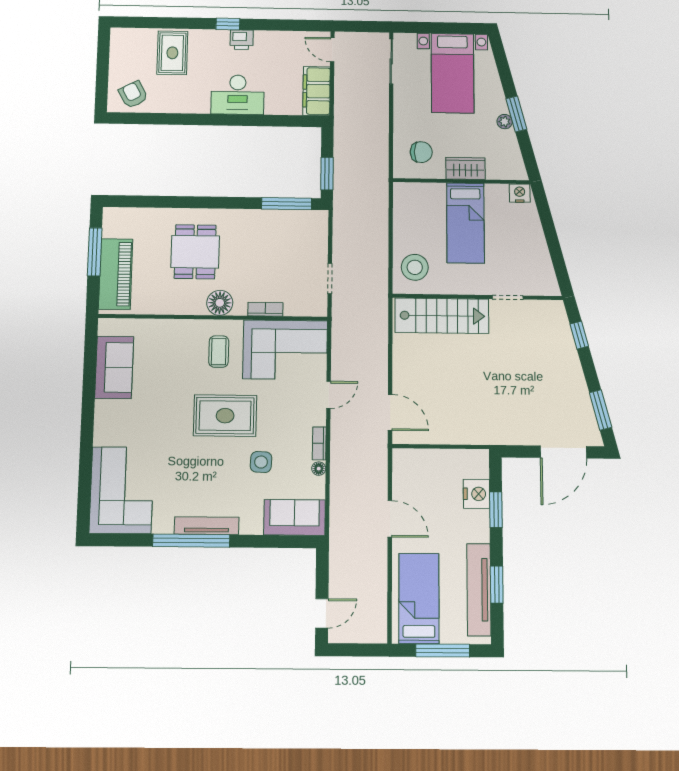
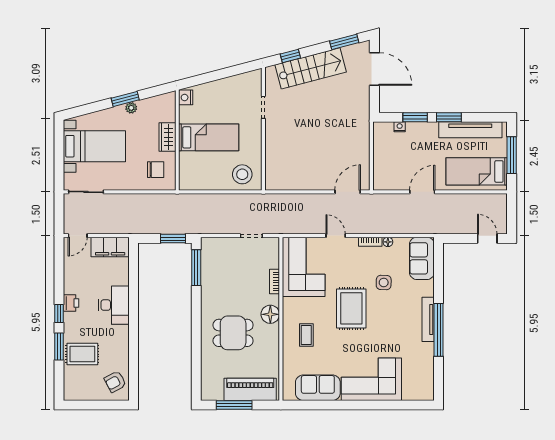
window: (184, 23) -> (59, 346), added
chair: (421, 152) -> (156, 170), turned 90
stairs: (442, 316) -> (311, 68), moved, turned 75
coffee table: (219, 352) -> (306, 335), moved, turned 90
corner sofa: (122, 490) -> (371, 379), moved
nightstand: (476, 494) -> (400, 127), width x0.53, depth x0.56
window: (497, 585) -> (449, 117), moved

